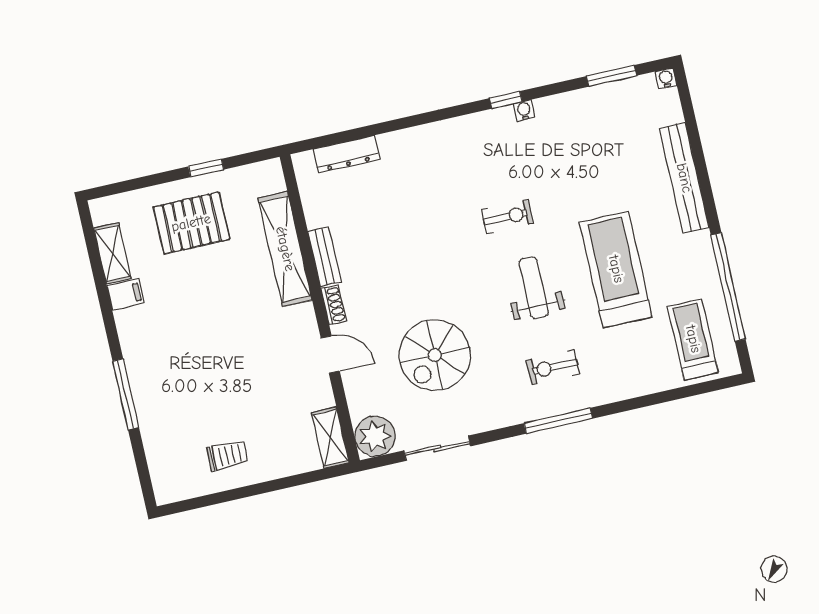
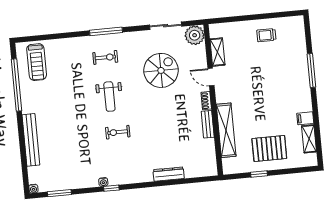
dresser: (346, 154) -> (169, 174), moved
treadmill: (616, 269) -> (69, 100), removed
shelving: (330, 438) -> (217, 52), moved

